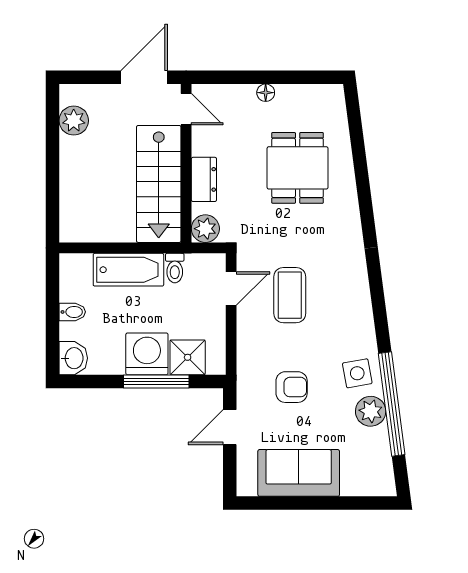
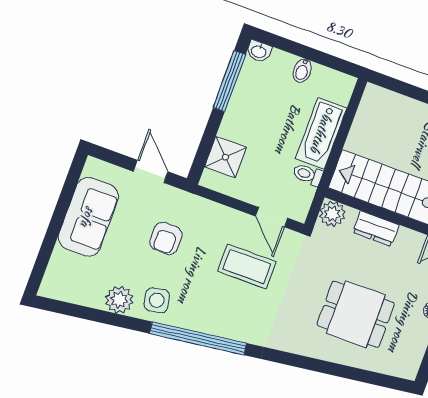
washing machine: (147, 354) -> (242, 123), removed
washbasin: (73, 358) -> (259, 51), width x0.72, depth x0.69
window: (156, 381) -> (229, 81), moved
window: (392, 404) -> (198, 338), moved

